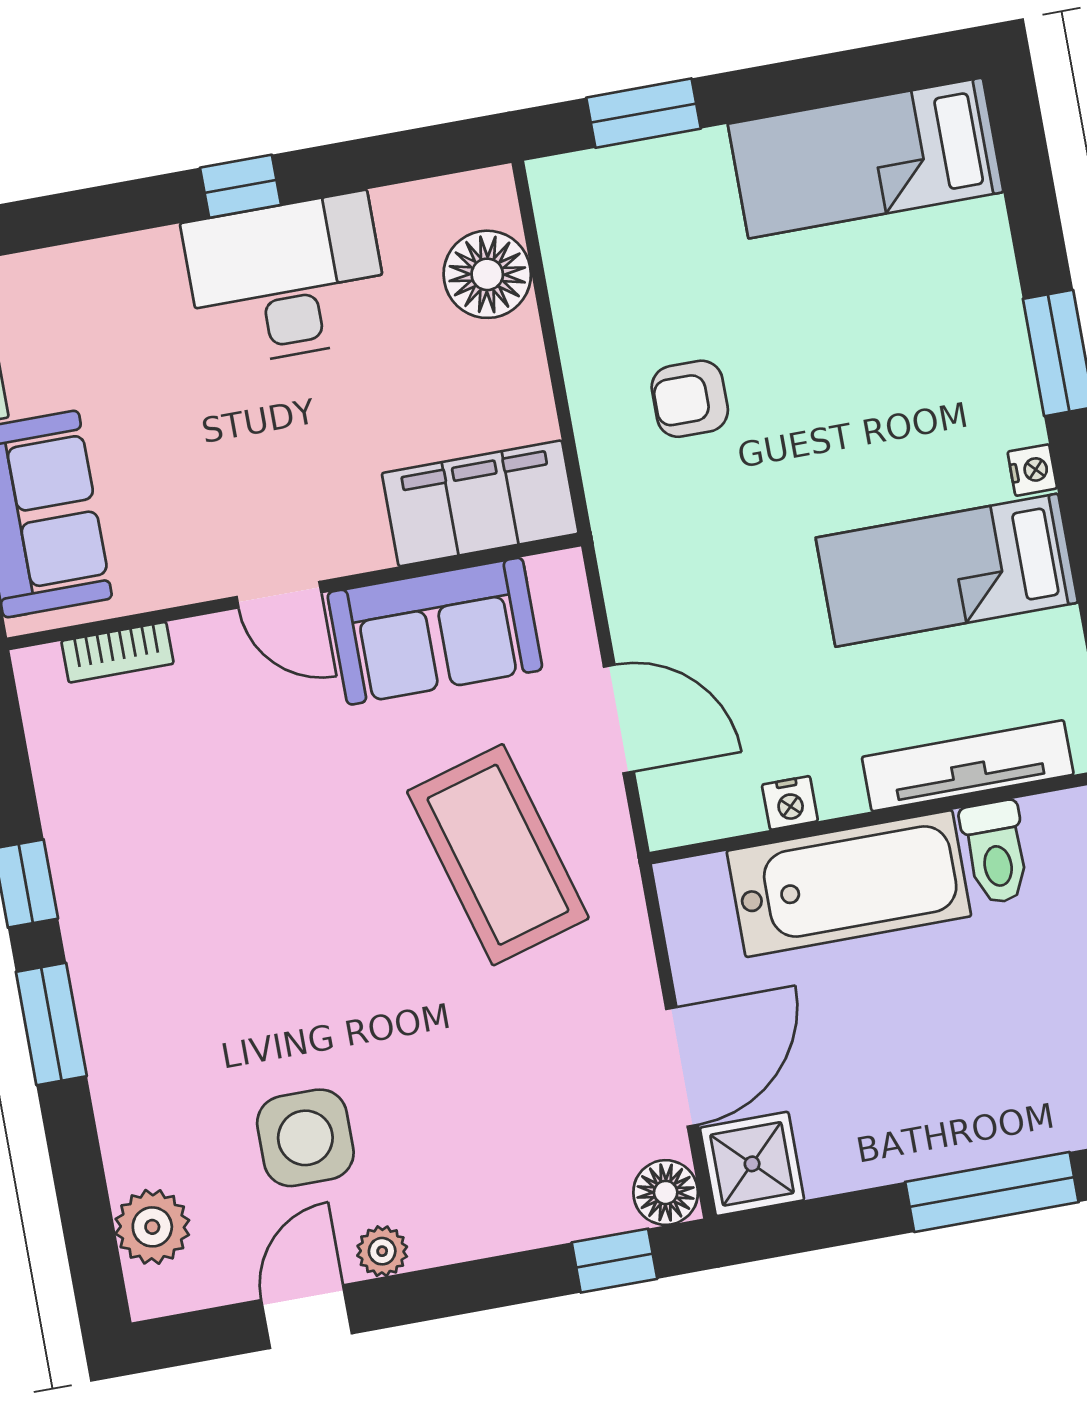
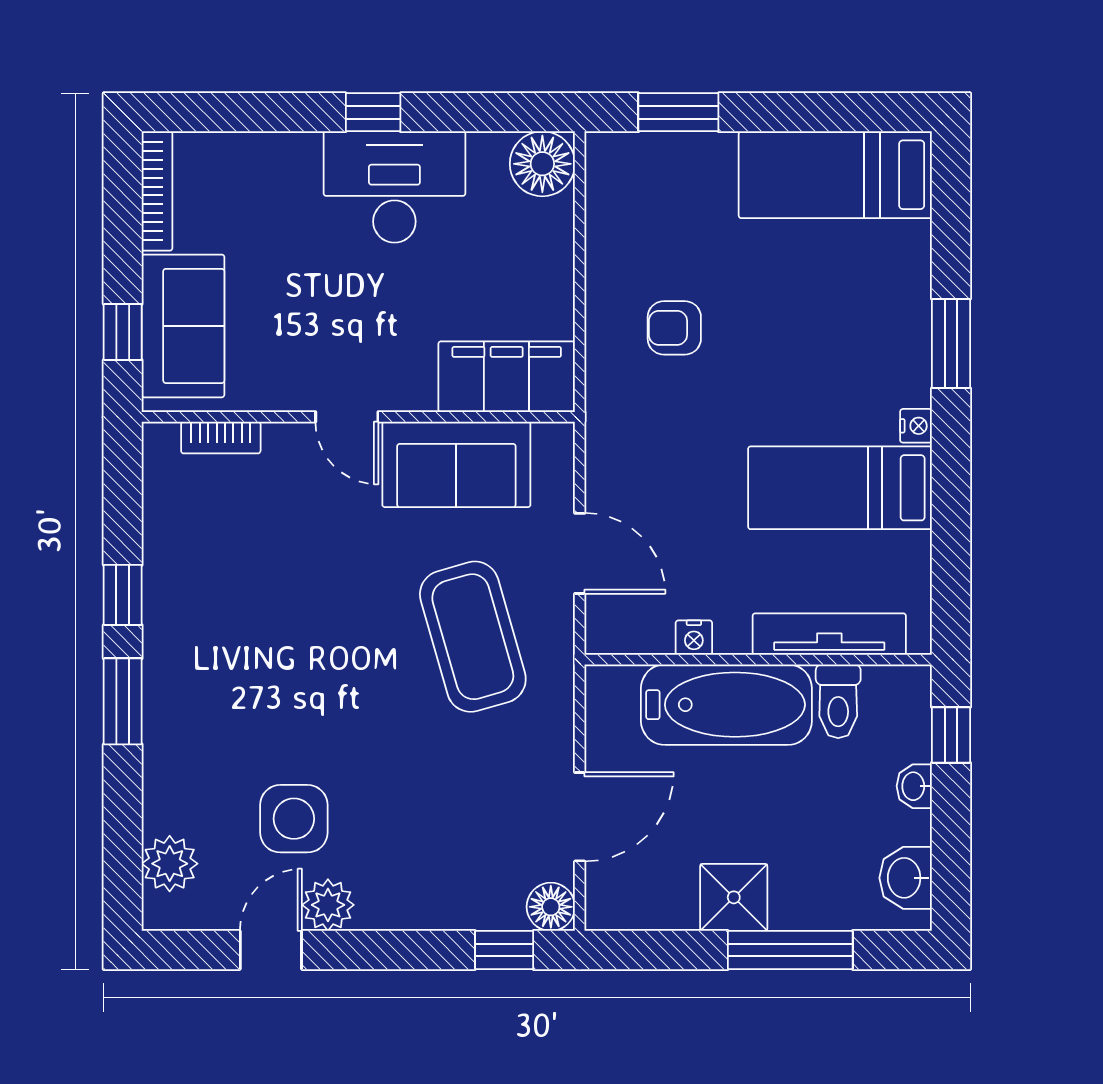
floor lamp: (487, 274) -> (542, 164), moved
shower: (752, 1164) -> (734, 897), moved
plant: (382, 1251) -> (328, 905), width x1.38, depth x1.38

